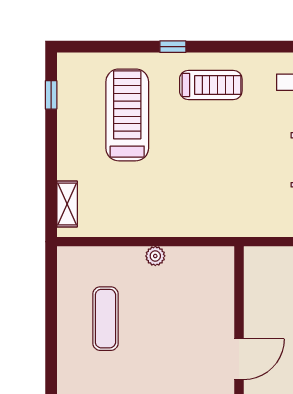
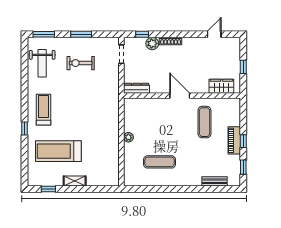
shelving: (67, 204) -> (75, 181), moved
dresser: (254, 272) -> (136, 88), added

